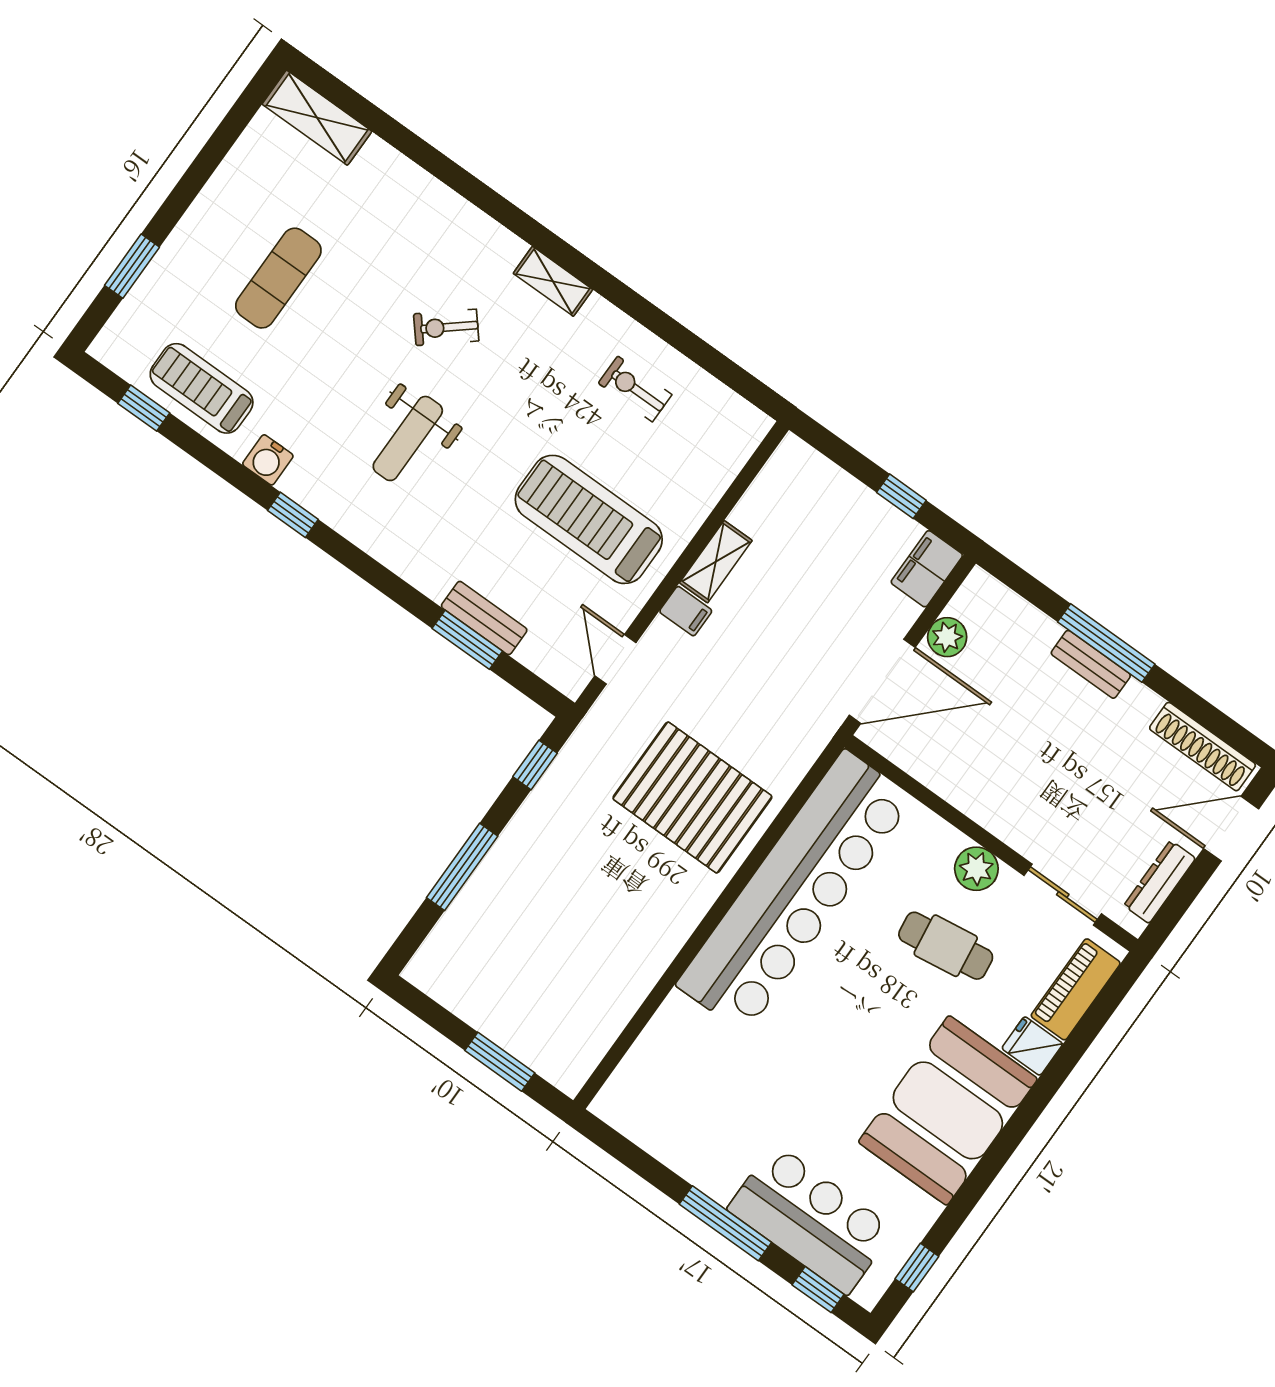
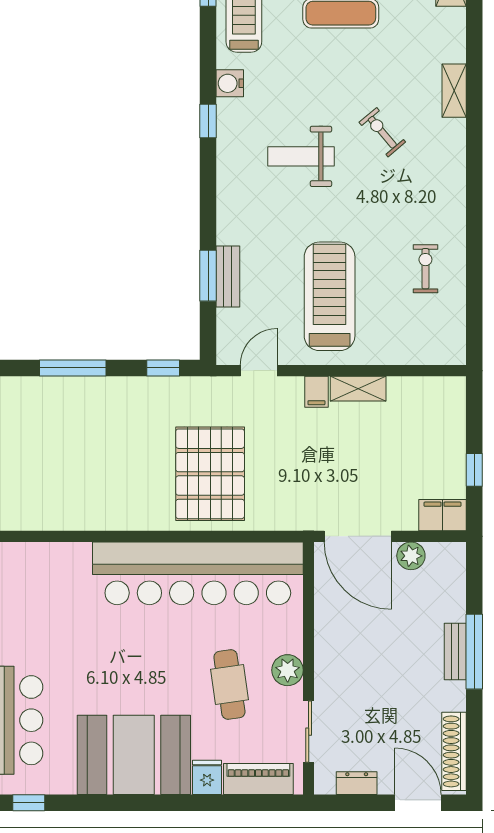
shelving: (553, 281) -> (454, 91), moved
dresser: (1160, 882) -> (357, 783), width x0.70

